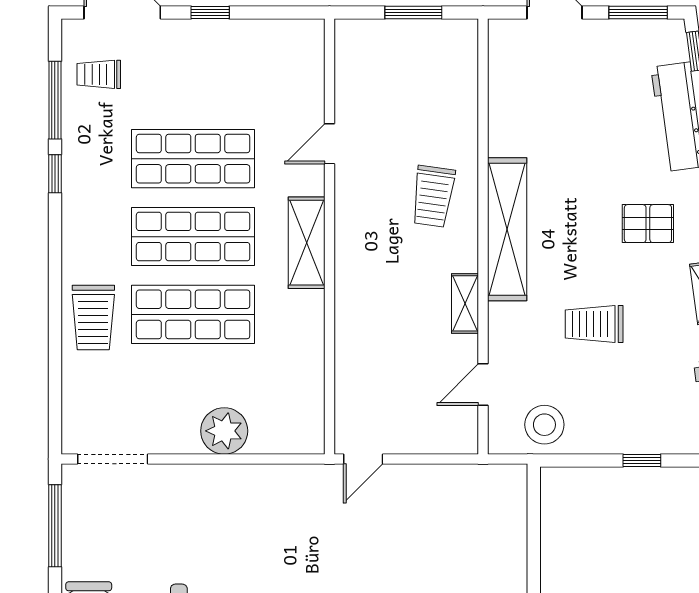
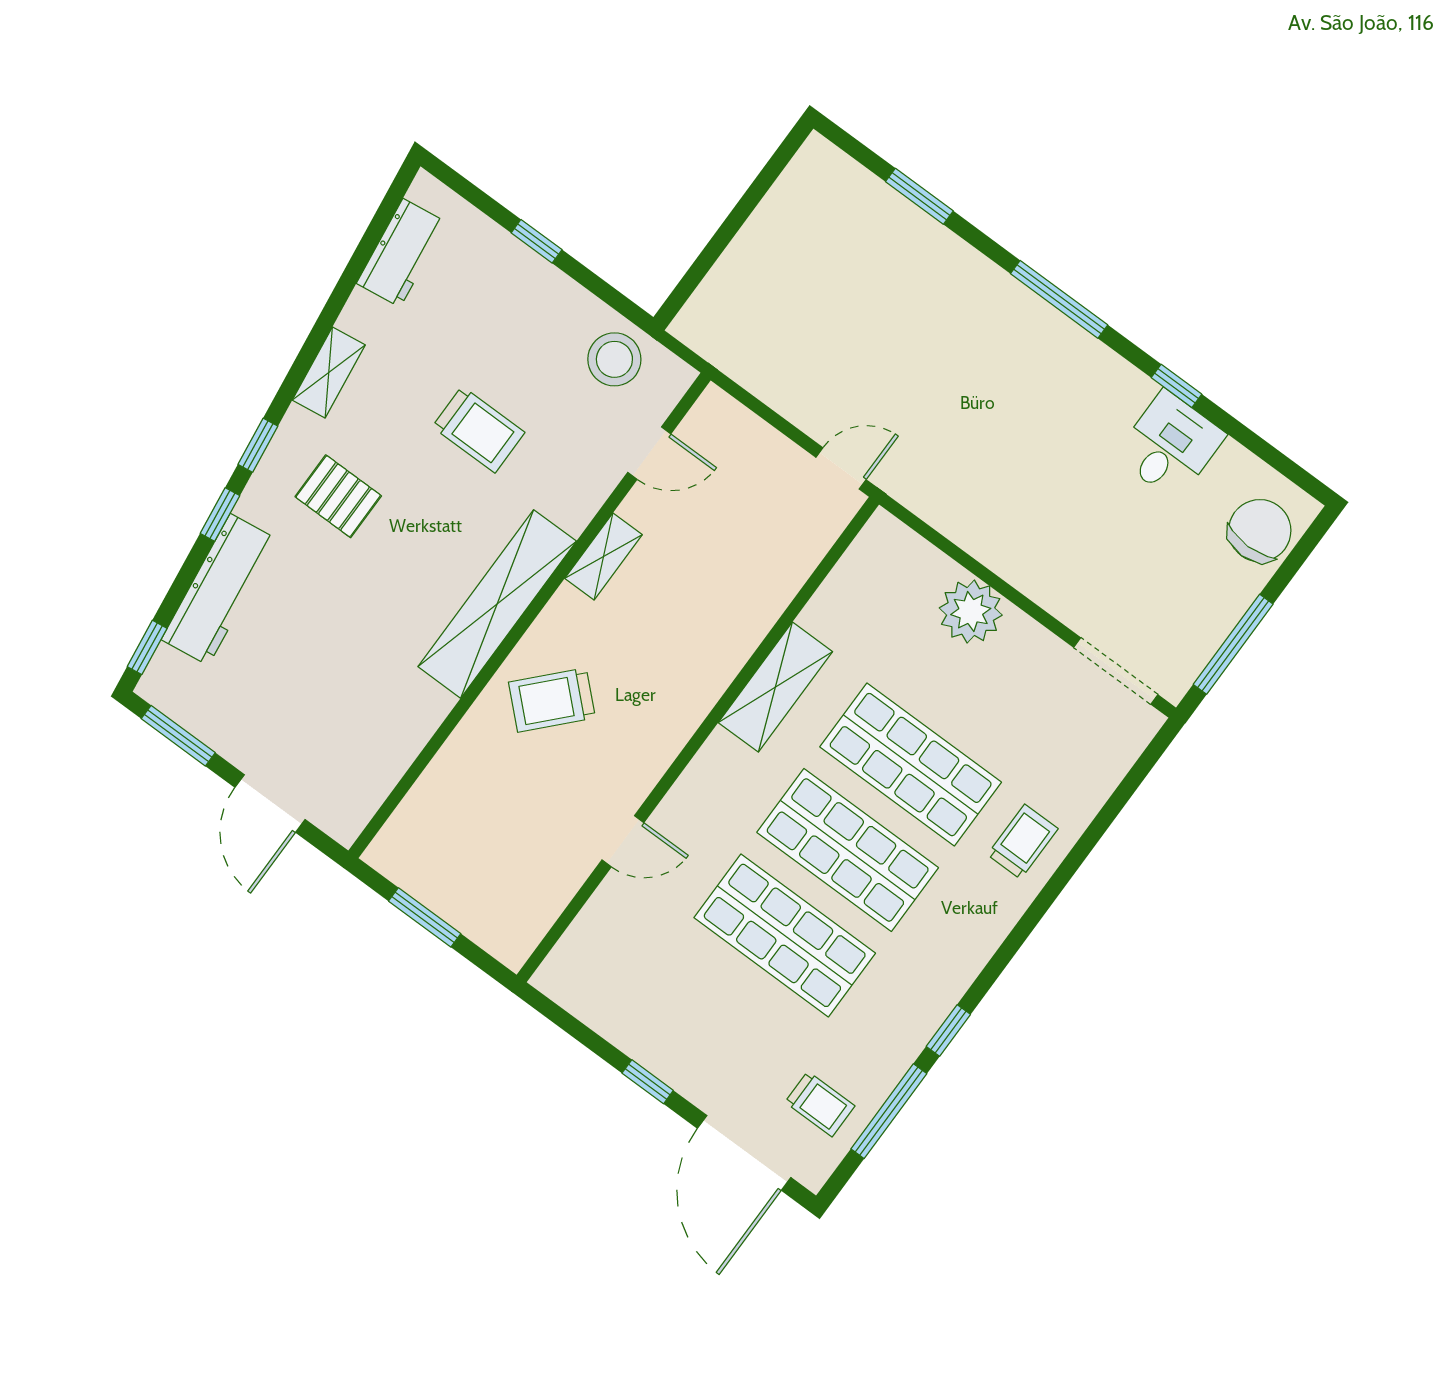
trolley: (433, 196) -> (552, 700), turned -145
shelving: (307, 243) -> (775, 687), moved
trolley: (93, 318) -> (1023, 842), width x0.73, depth x0.72

